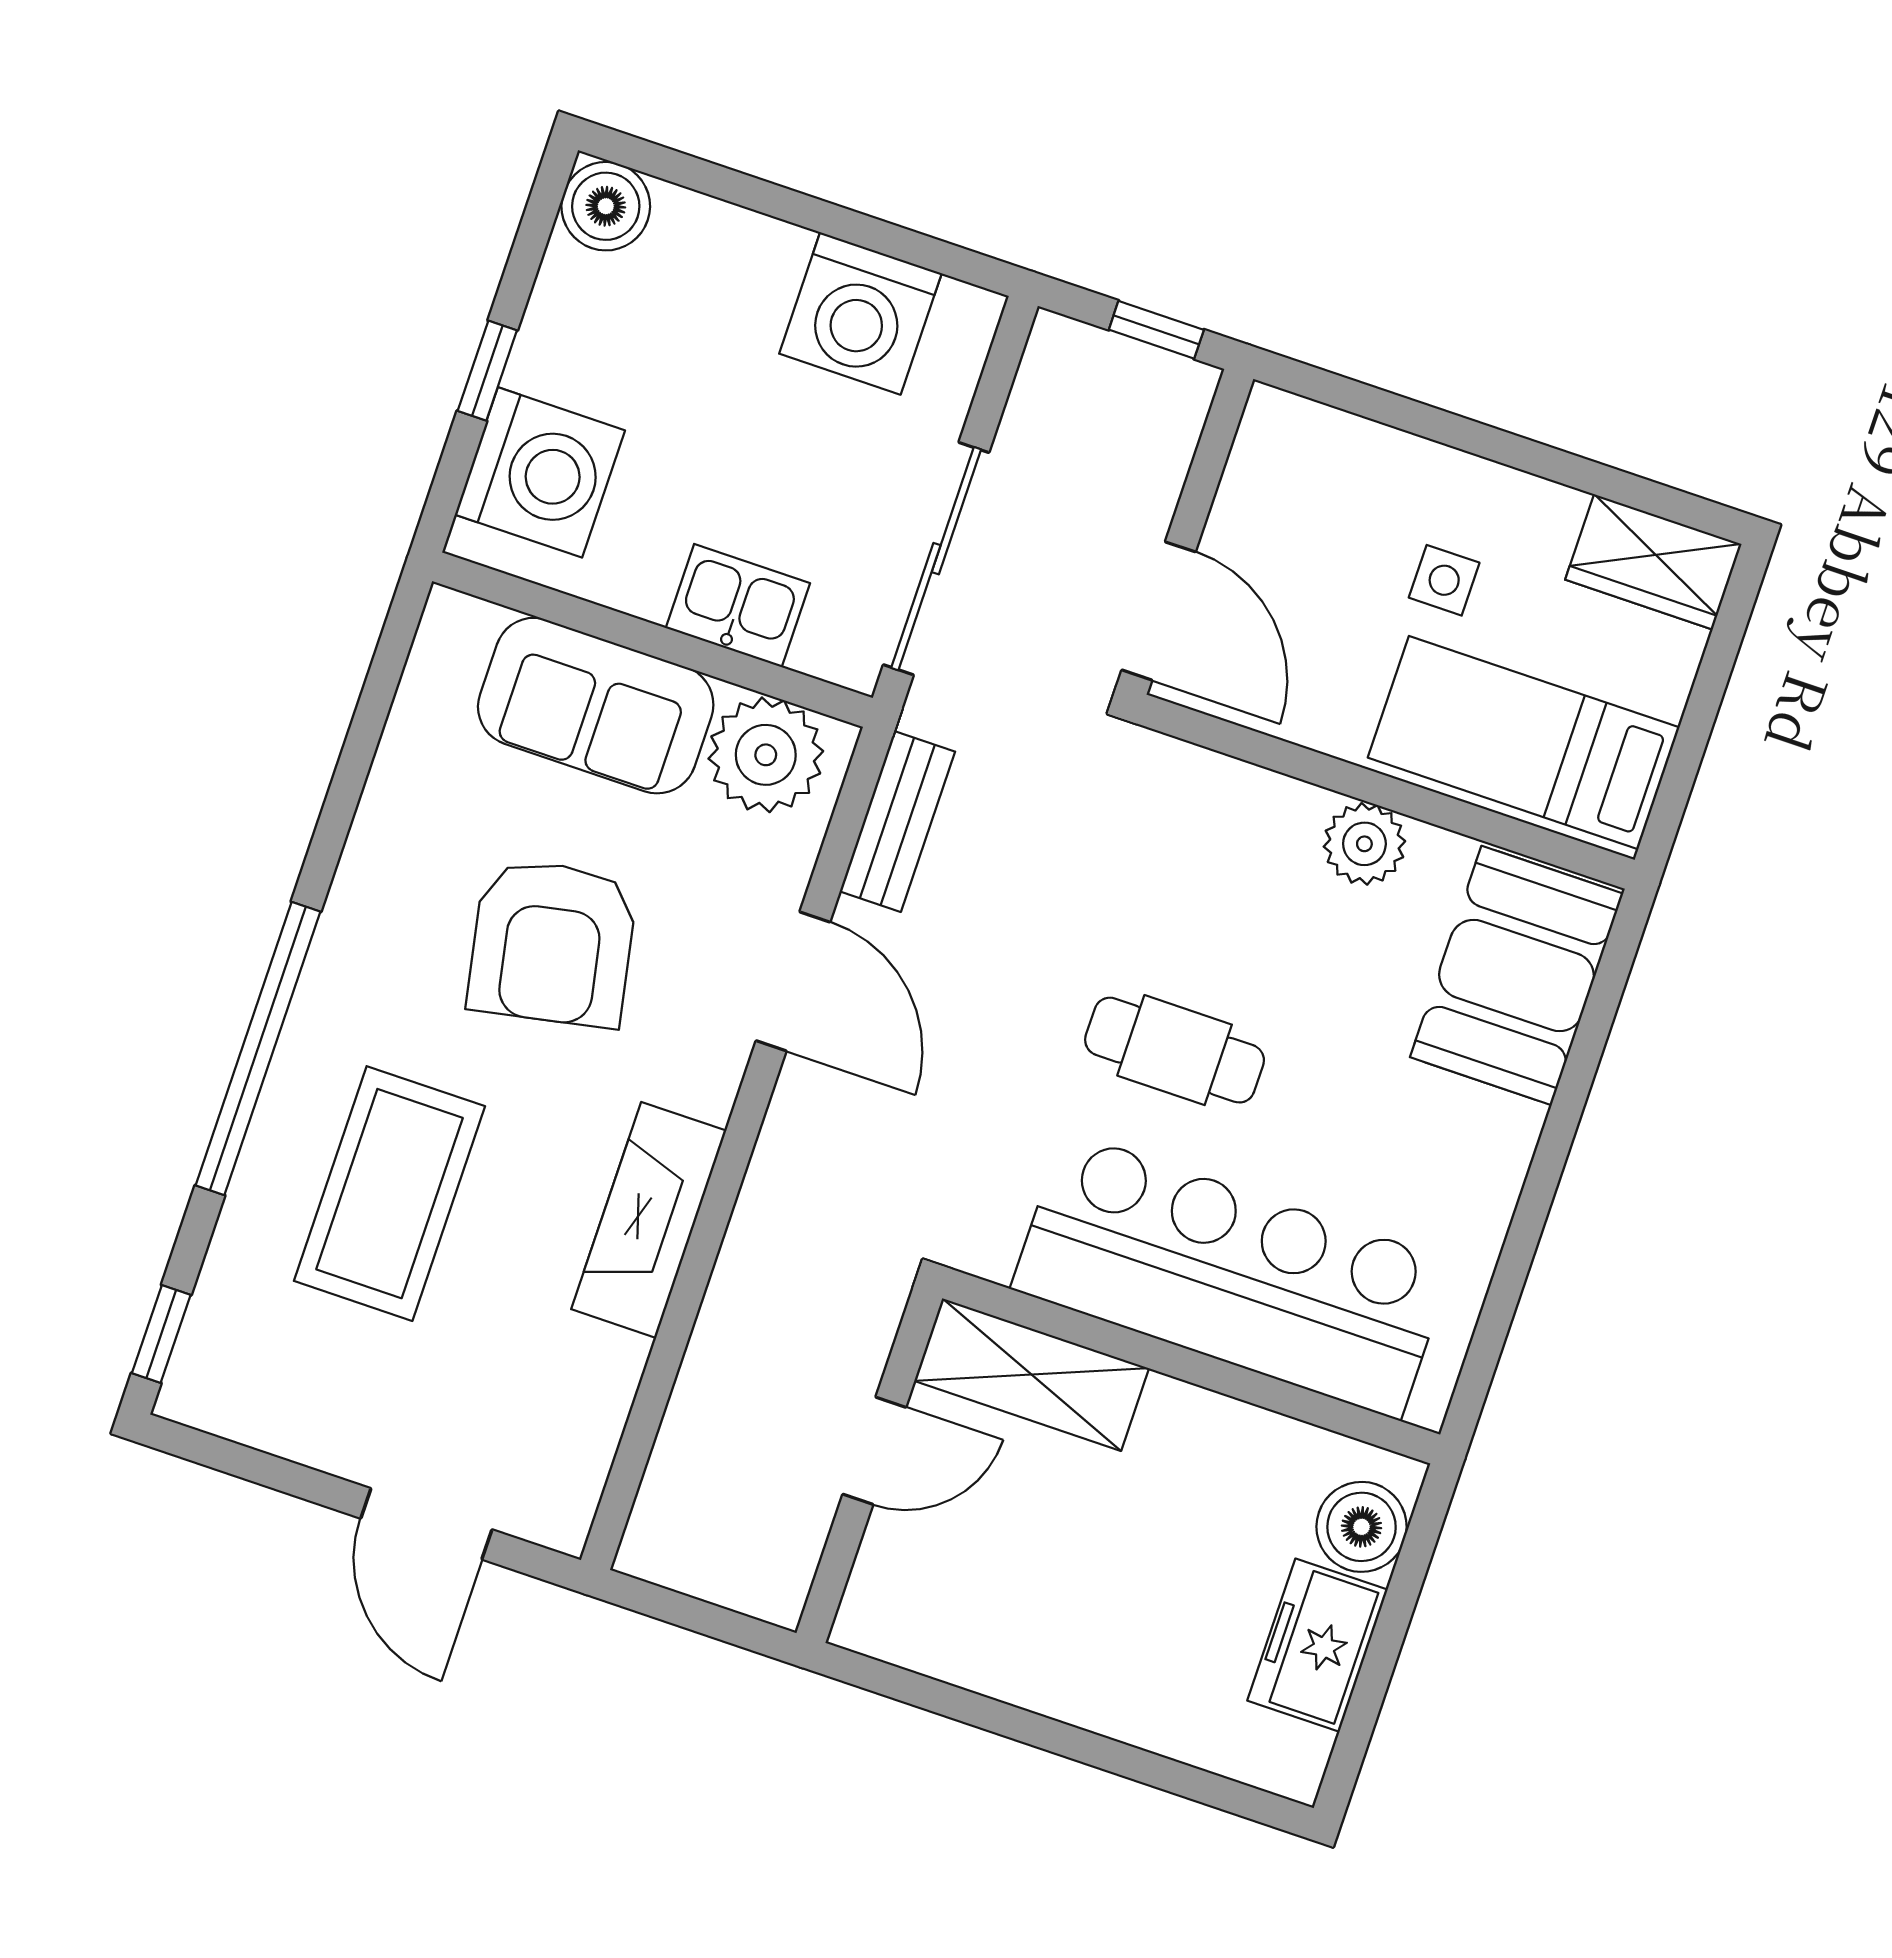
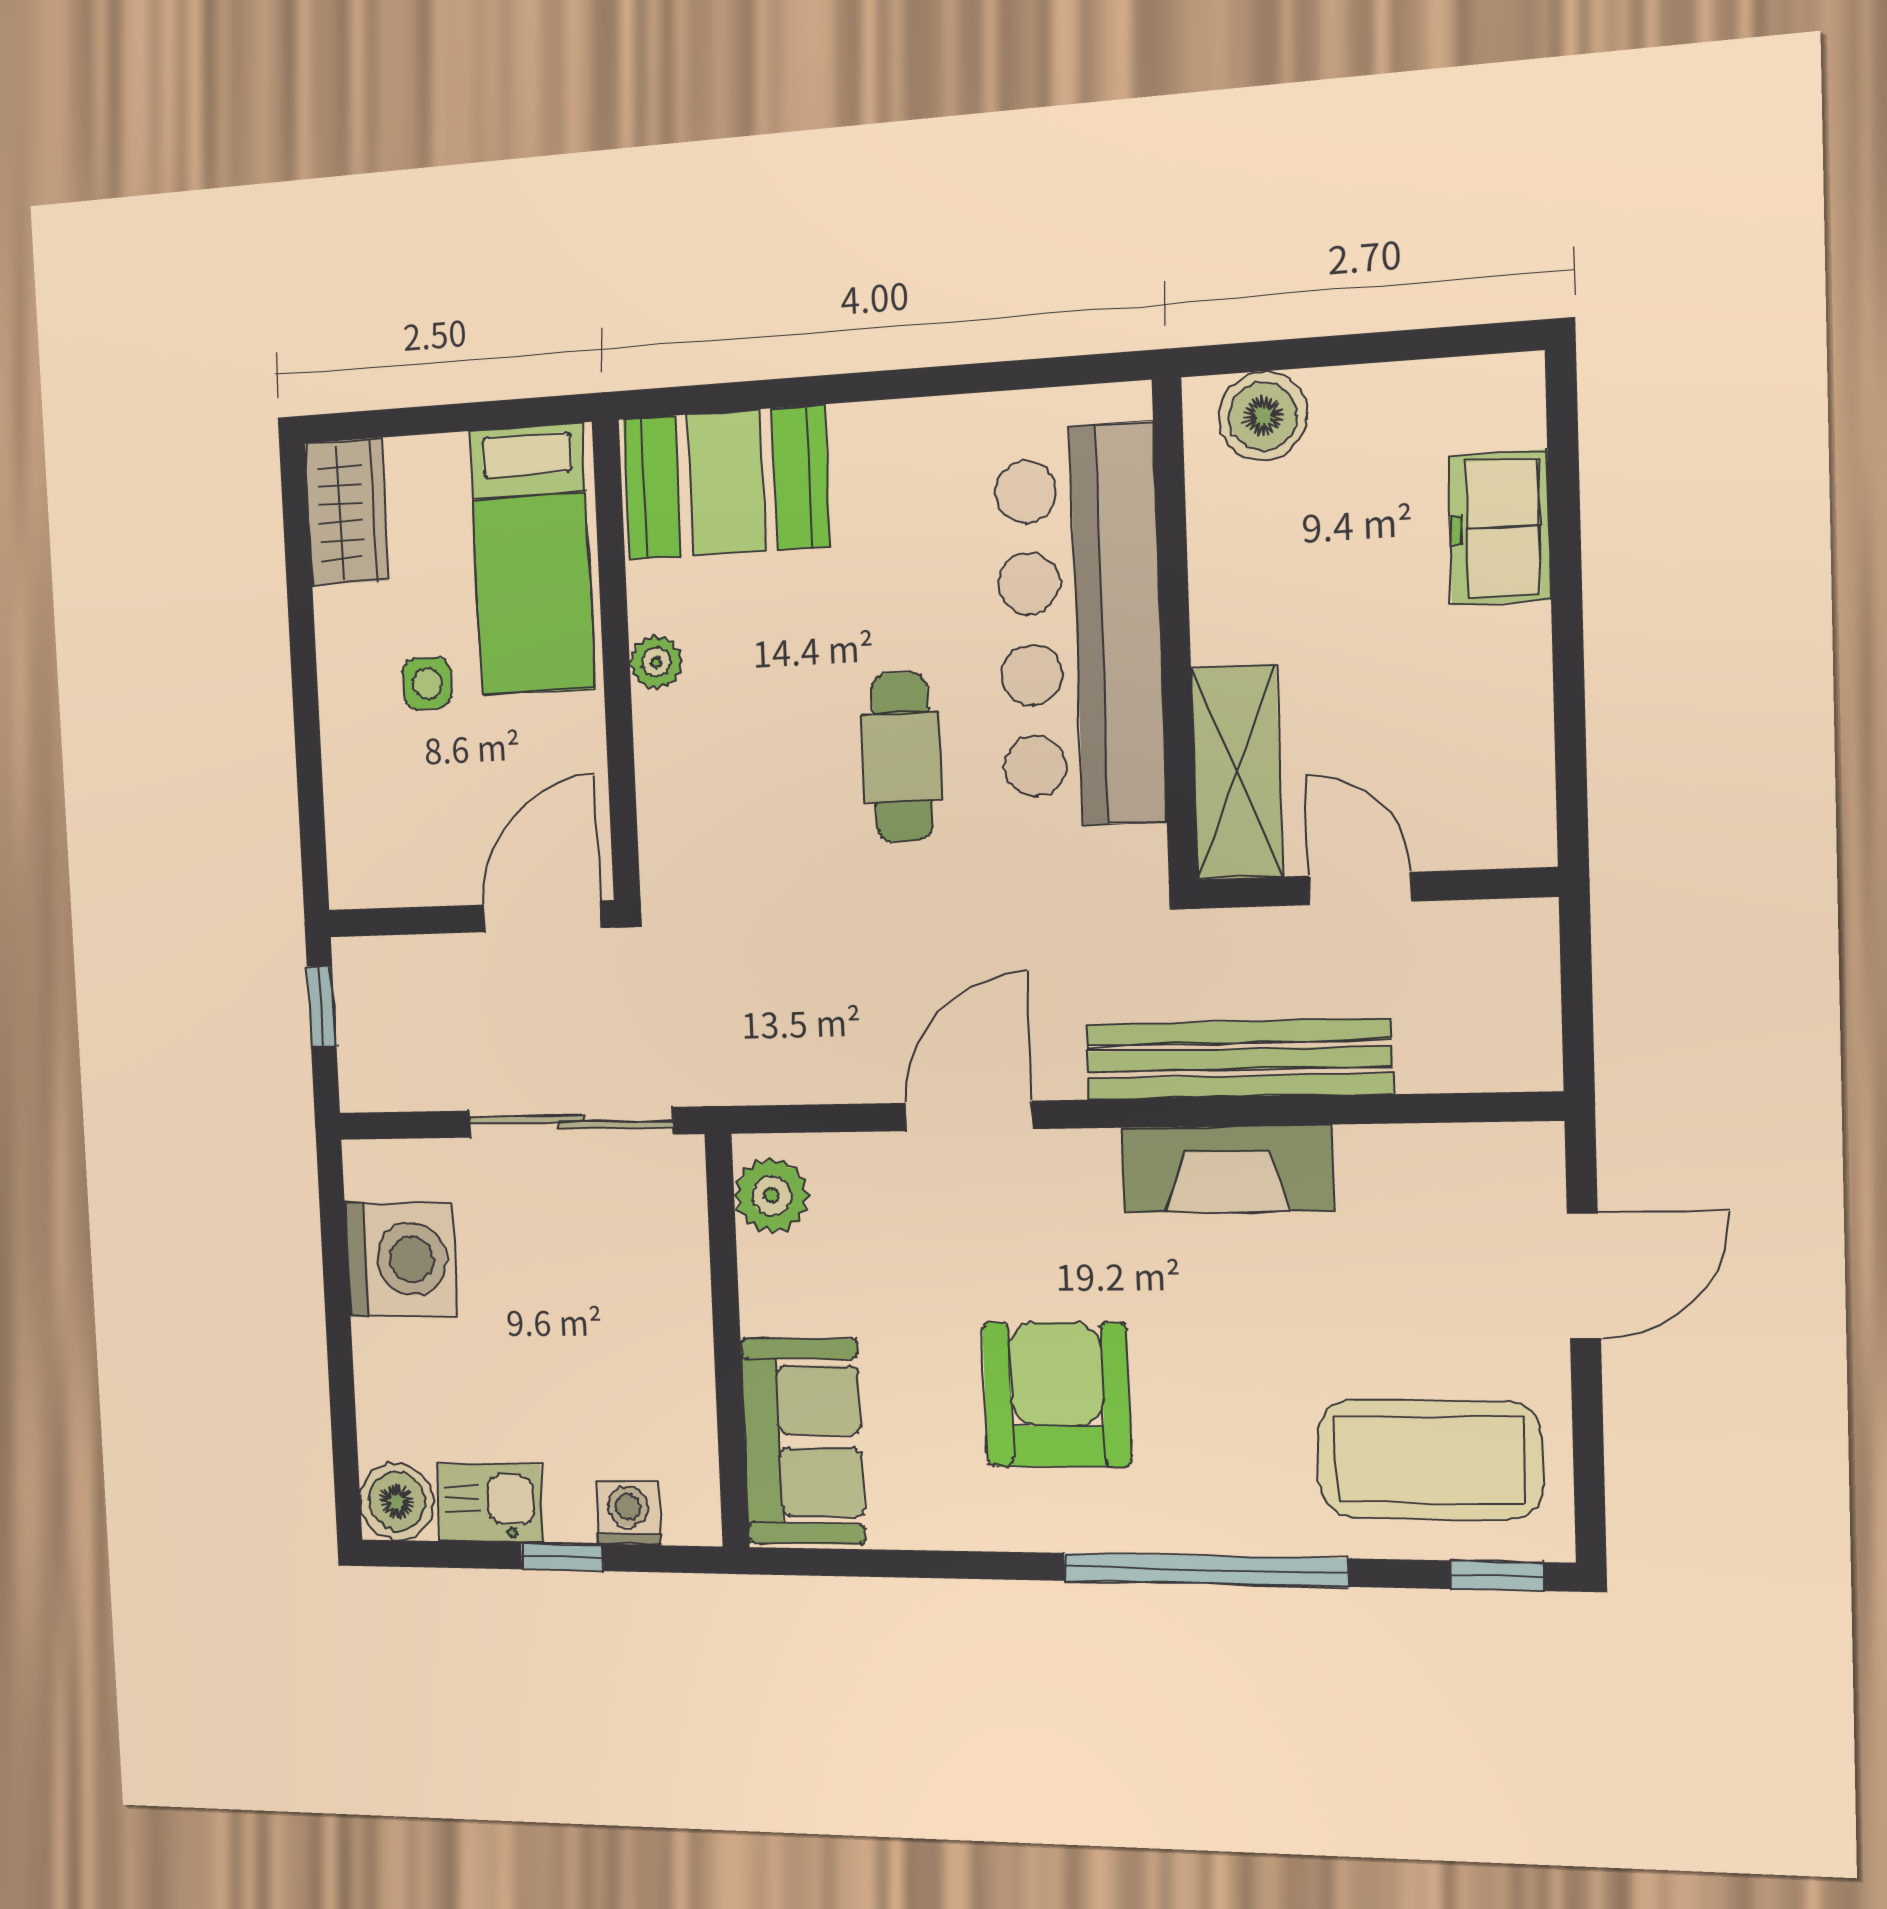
washing machine: (540, 472) -> (628, 1513), width x0.53, depth x0.53
kitchen sink: (738, 606) -> (490, 1503), moved, turned 90
sofa: (596, 706) -> (803, 1441), moved
plant: (766, 755) -> (772, 1196), width x0.73, depth x0.73
bench: (897, 821) -> (1238, 1059), moved, width x1.86, depth x1.21
plant: (1364, 844) -> (656, 662), width x0.73, depth x0.73
armchair: (552, 943) -> (1057, 1394), moved, turned -79
coffee table: (389, 1194) -> (1430, 1460), moved
freezer: (1317, 1645) -> (1499, 528), moved, turned 90

